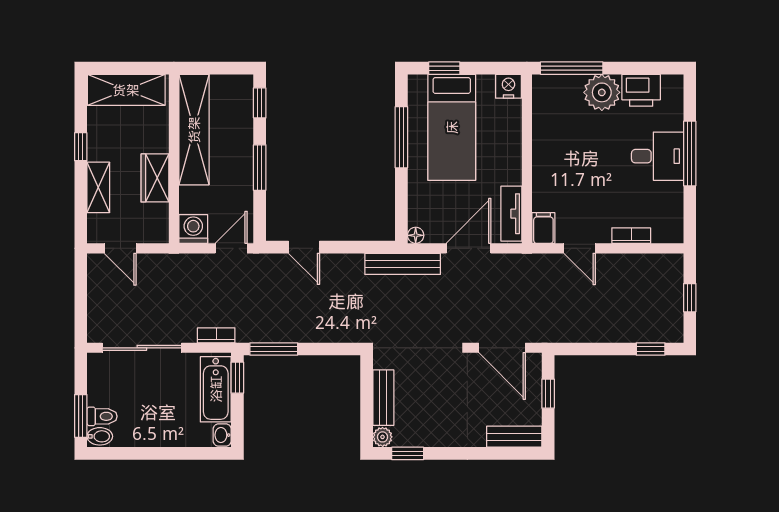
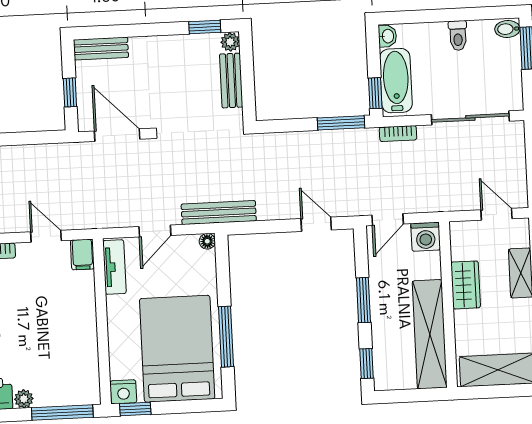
window: (444, 68) -> (135, 409), moved
plant: (602, 92) -> (24, 399), width x0.53, depth x0.53
bed: (452, 127) -> (177, 349), width x1.50
door: (468, 248) -> (155, 231), width x0.73
toilet: (102, 416) -> (458, 36), moved, turned -90

